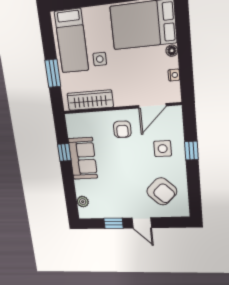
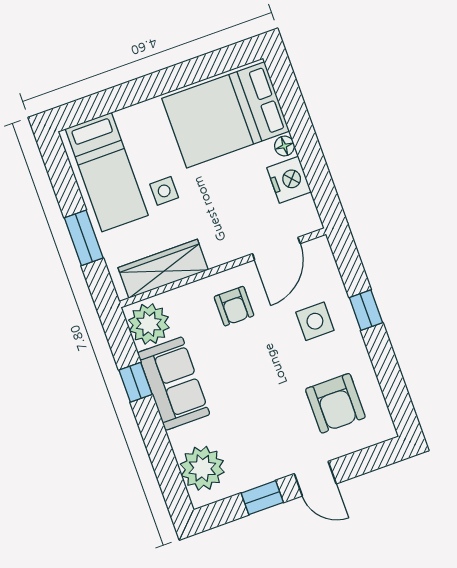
nightstand: (174, 75) -> (289, 180), width x1.89, depth x1.79
plant: (77, 126) -> (149, 324), added
armchair: (162, 191) -> (335, 403), turned 45
plant: (83, 202) -> (202, 468), width x1.87, depth x1.87

